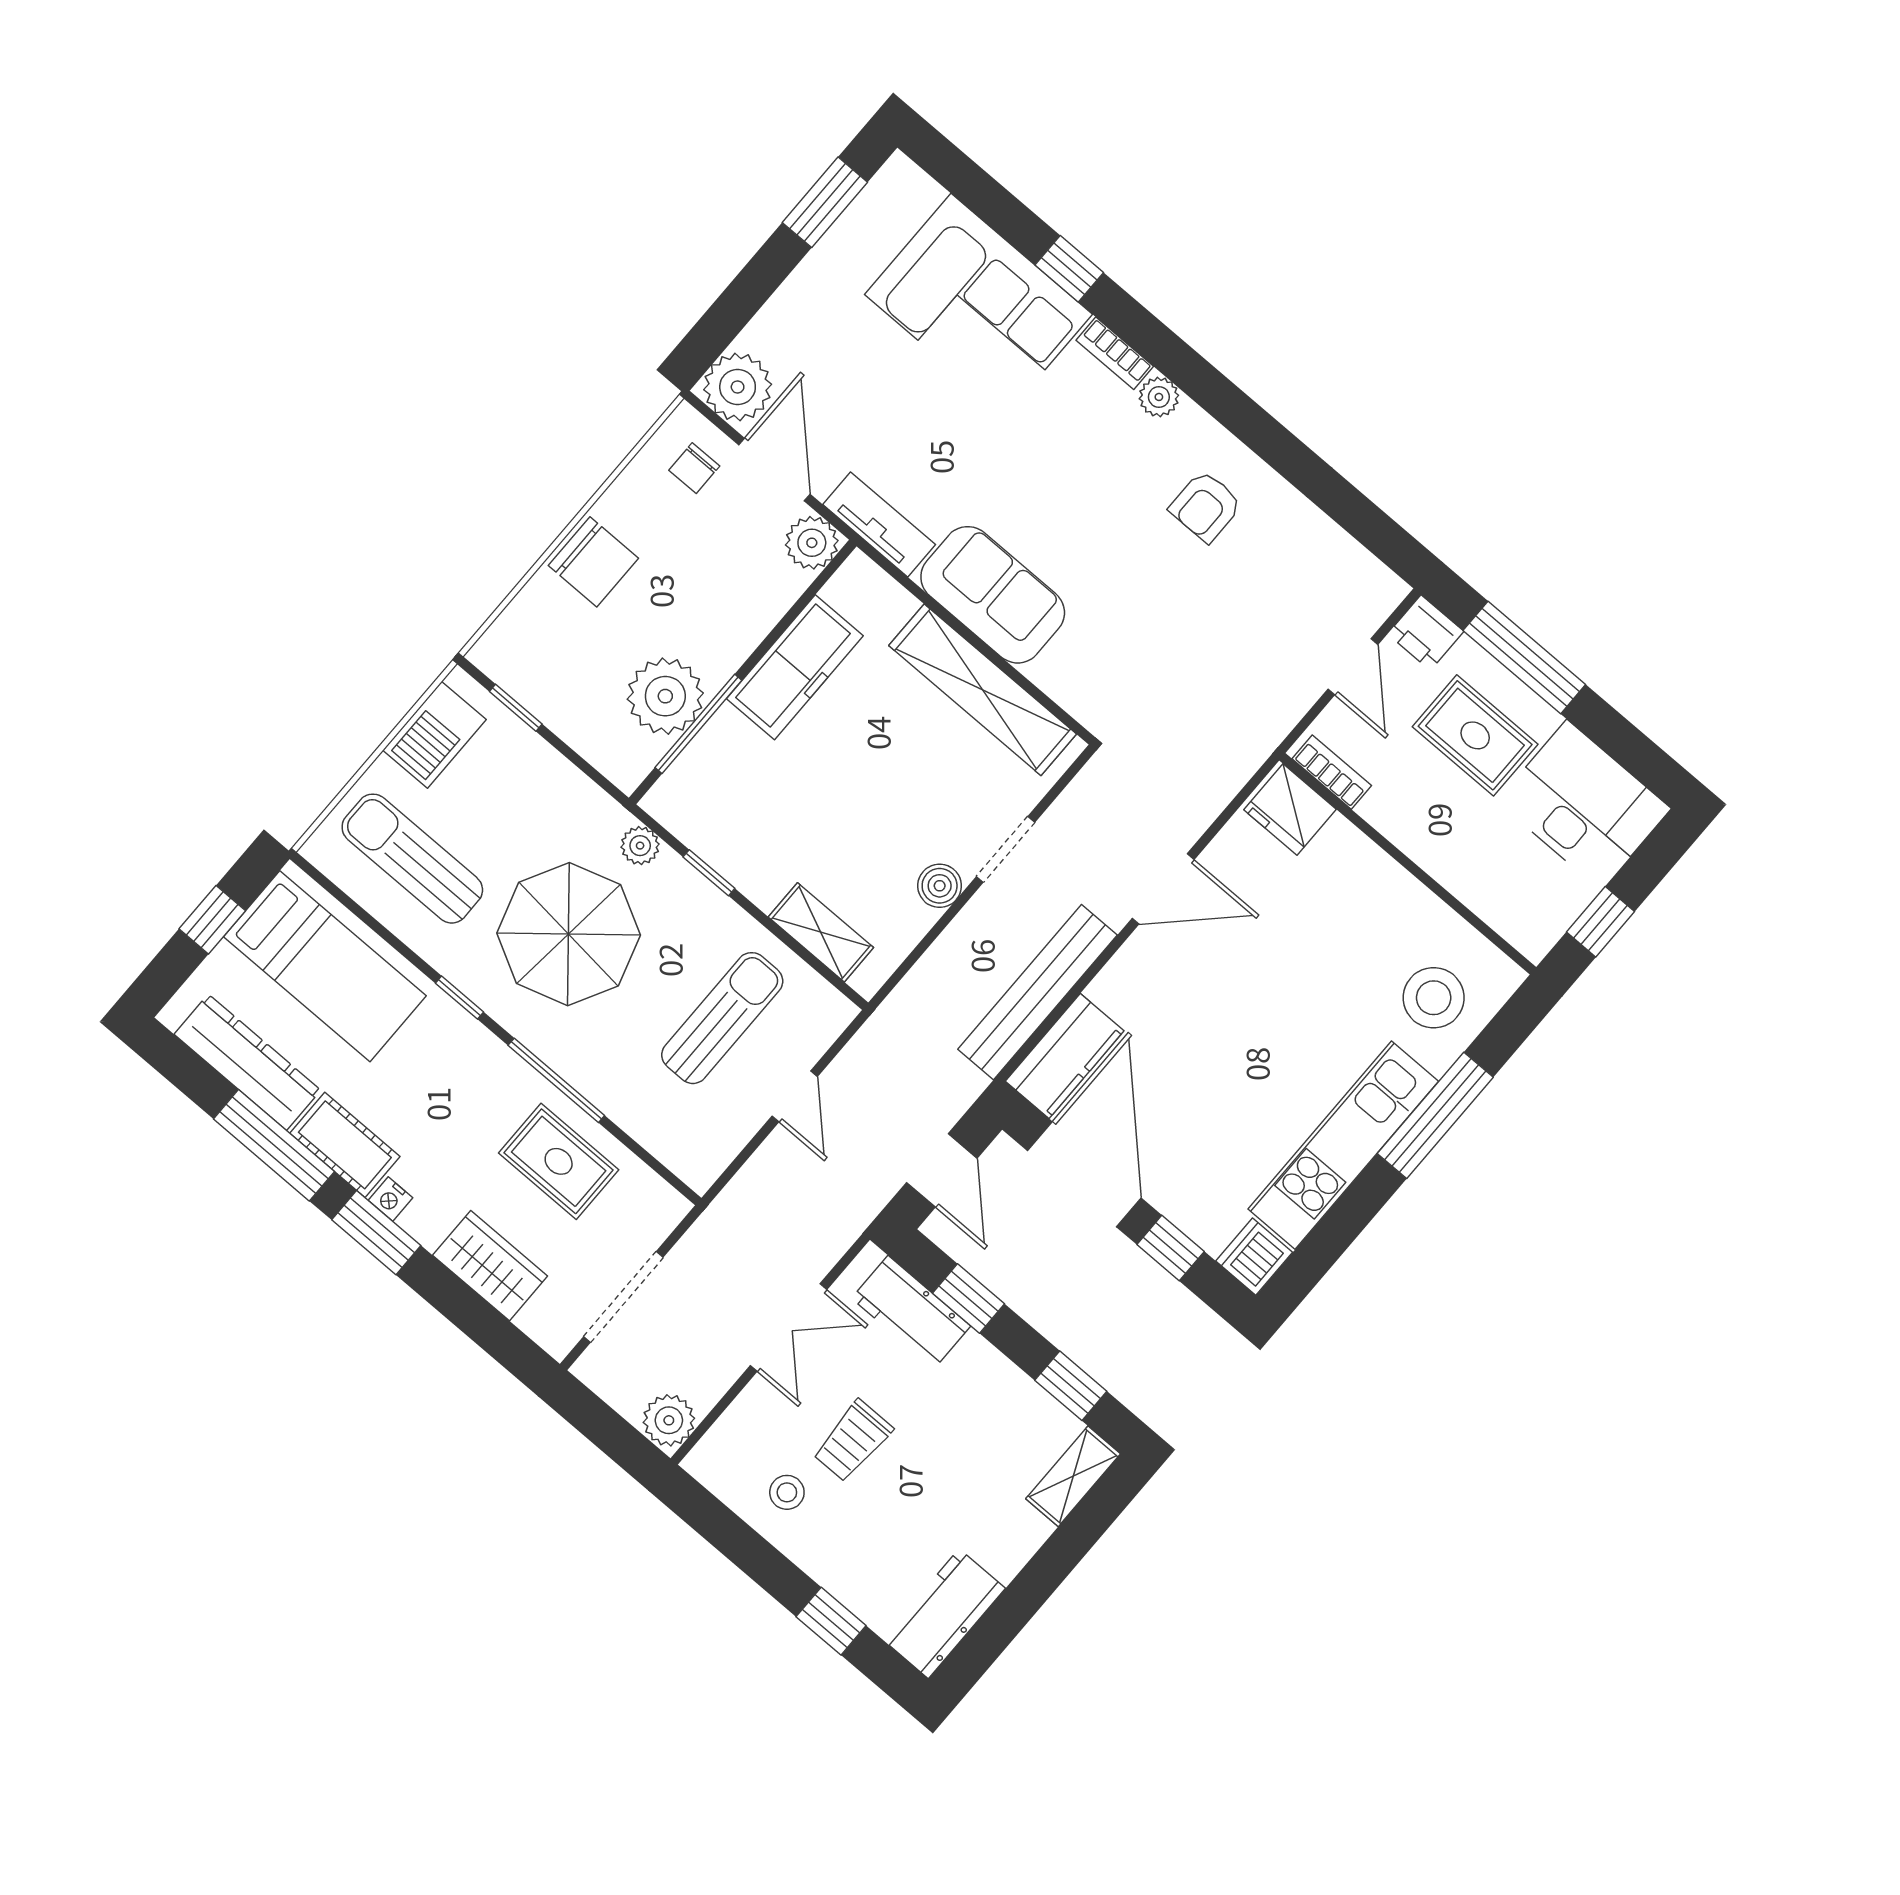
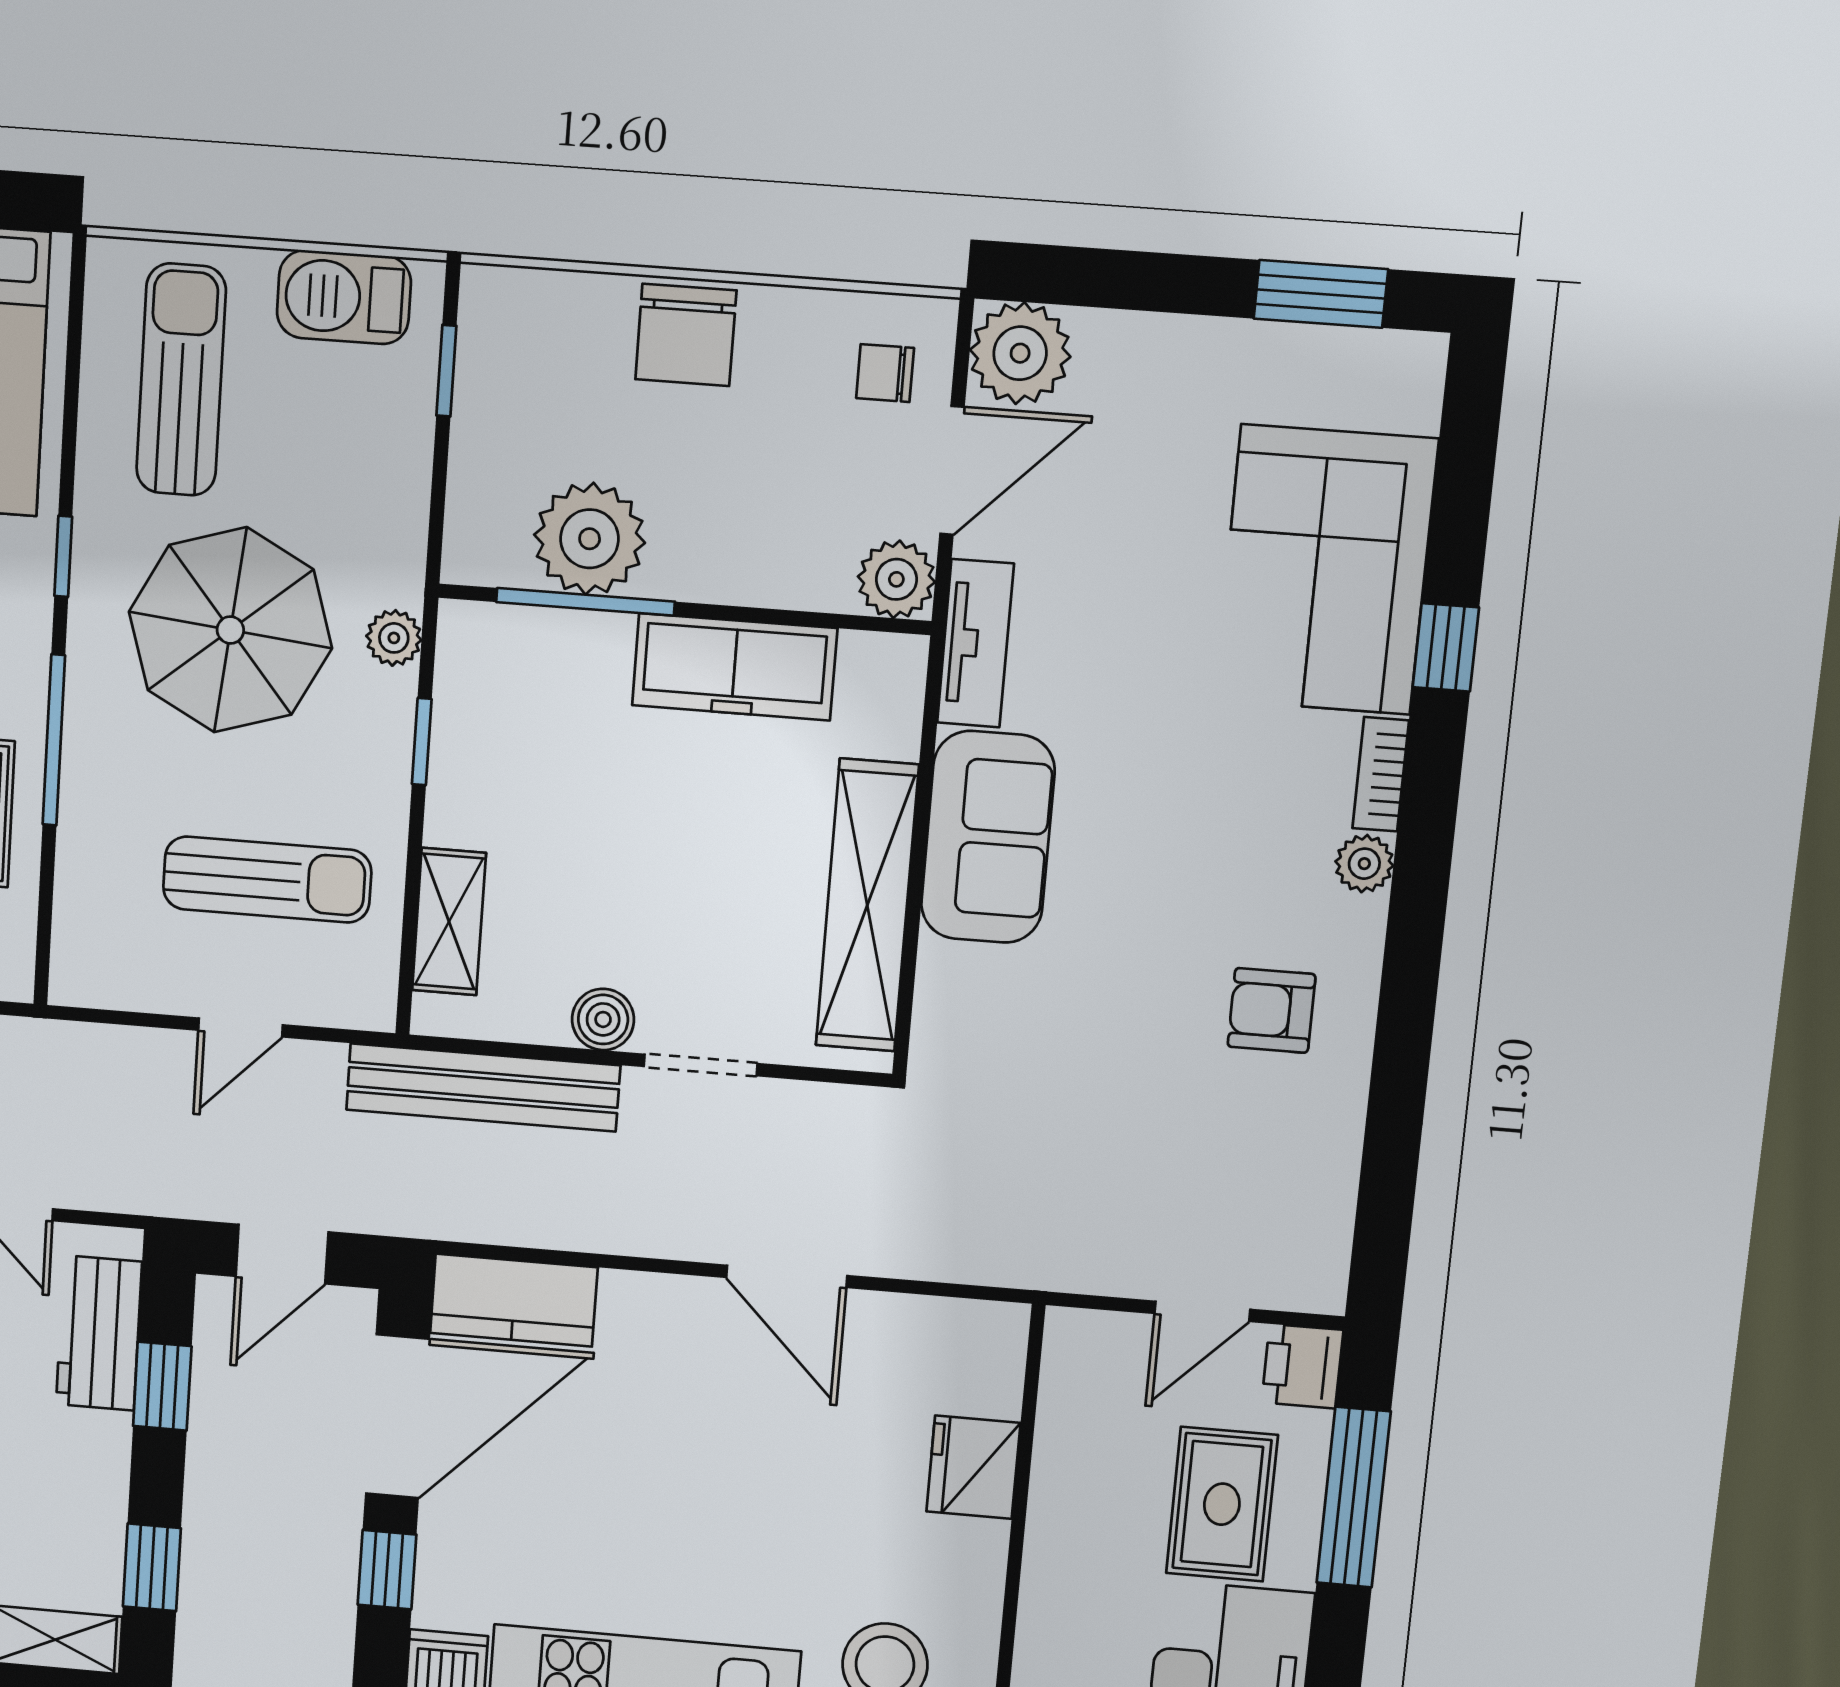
bookcase: (1332, 772) -> (1062, 1373), removed
fridge: (1290, 810) -> (973, 1467), moved
bench: (1037, 992) -> (483, 1087), moved

